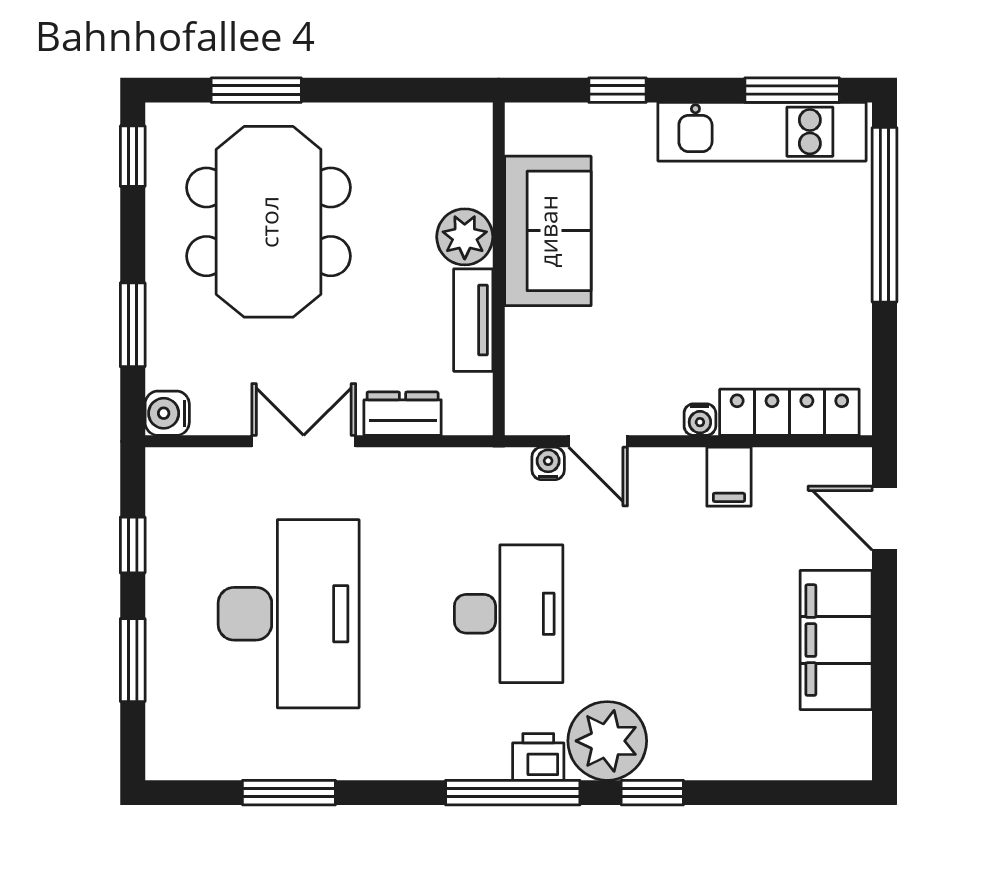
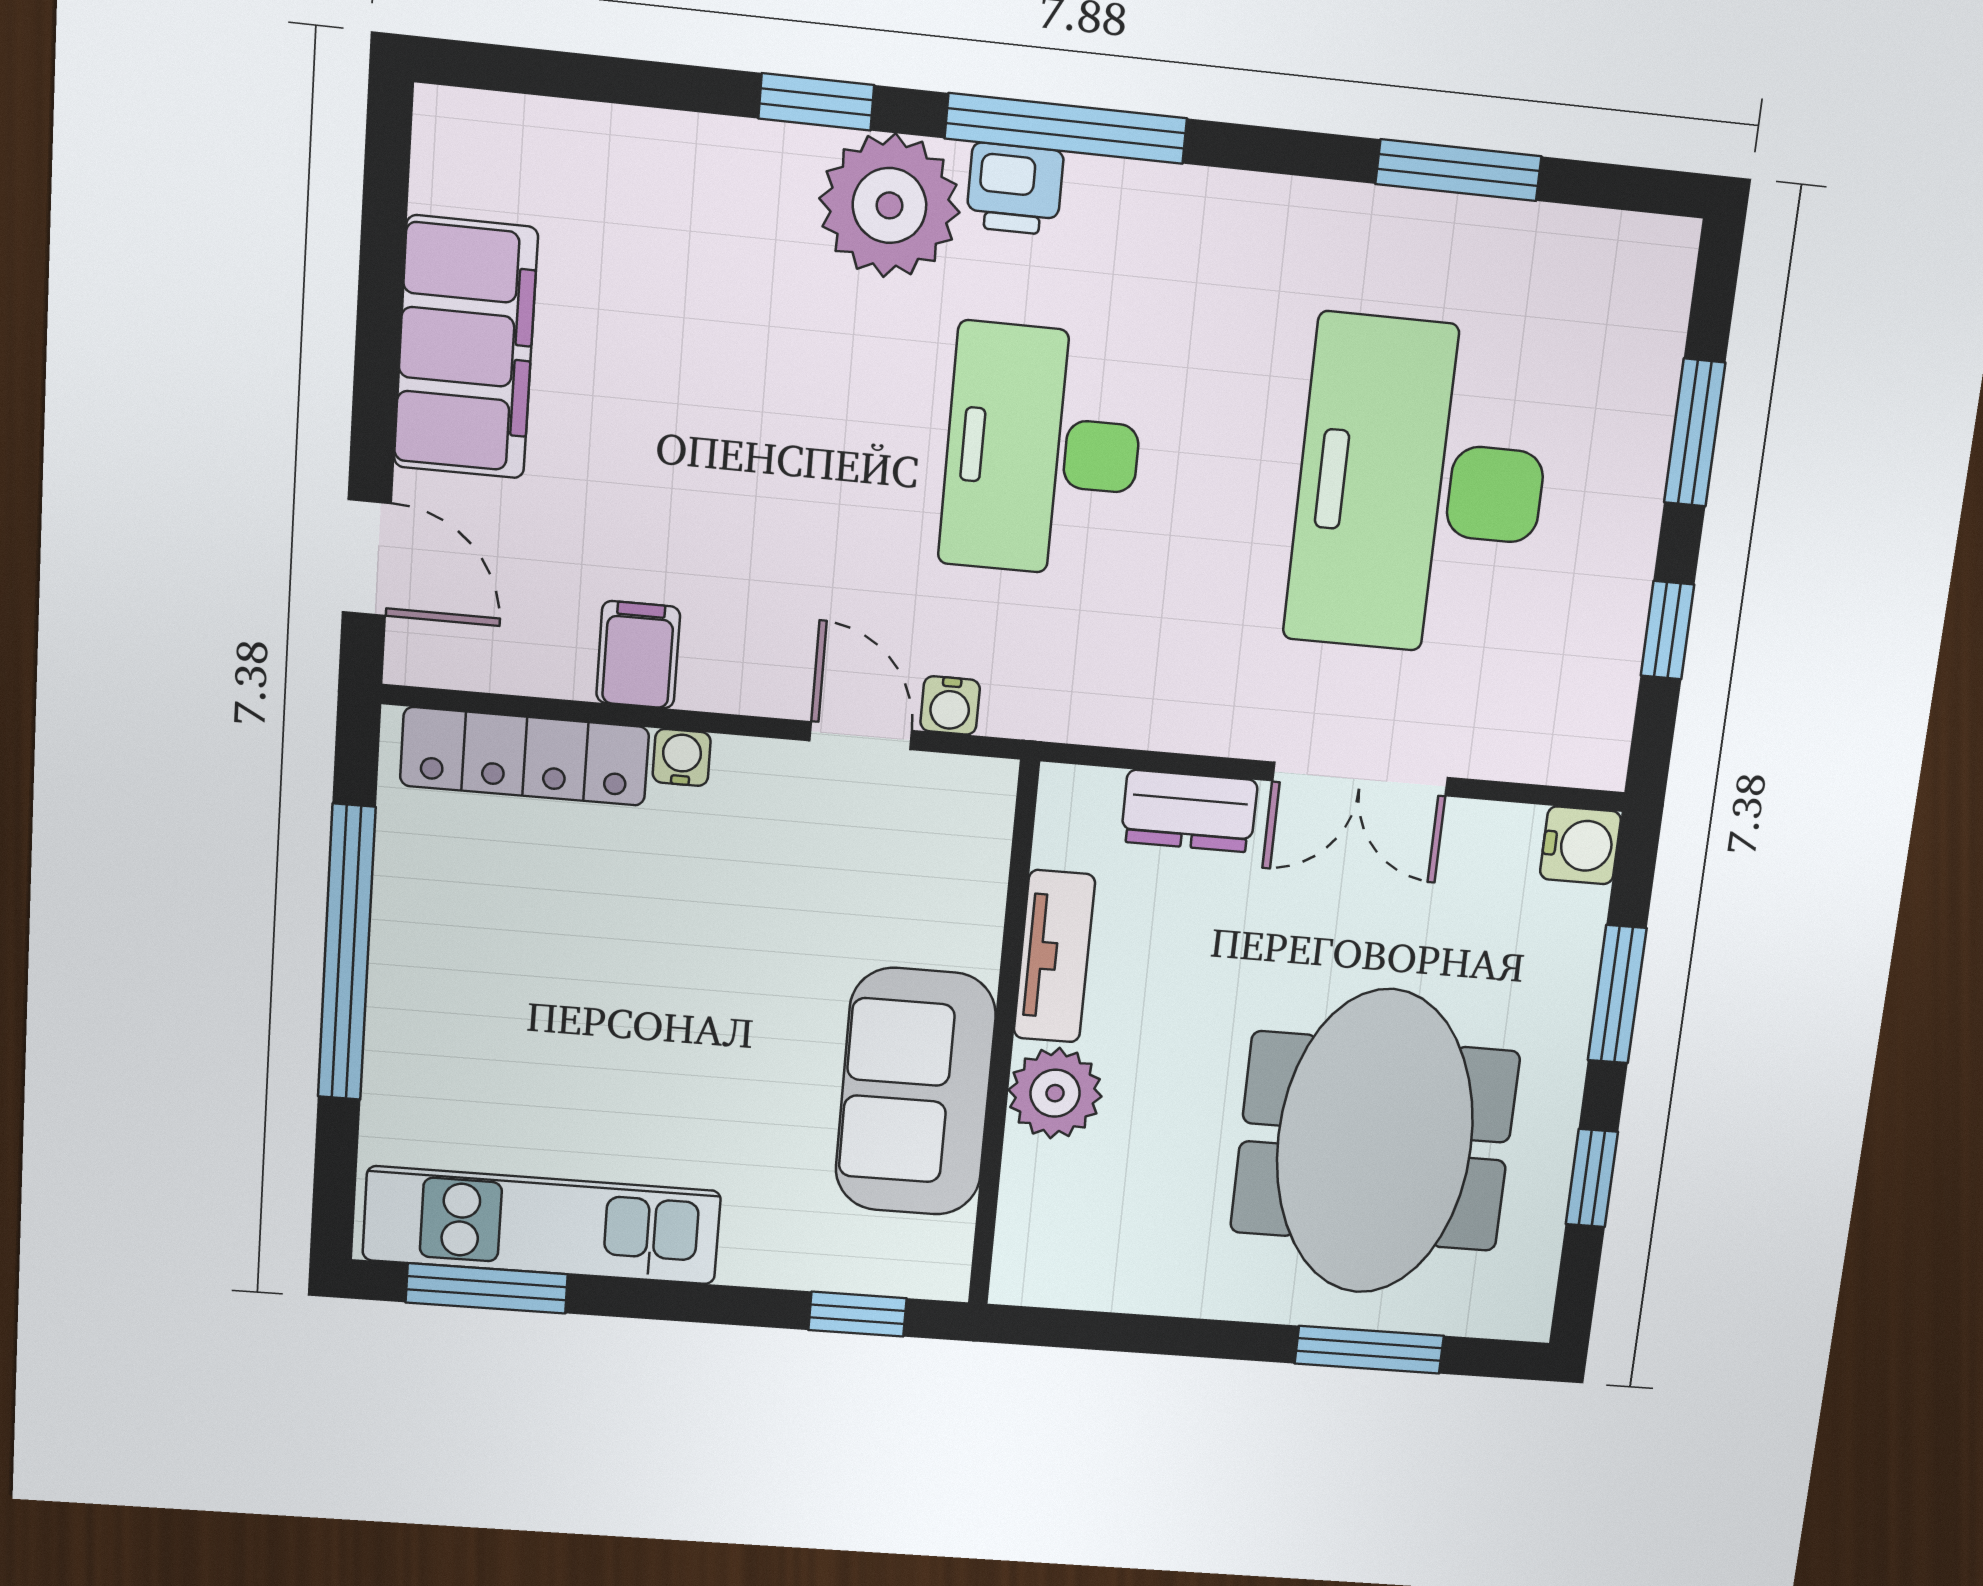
window: (617, 90) -> (858, 1314), moved
window: (133, 156) -> (1592, 1178), moved
window: (884, 215) -> (347, 953), moved

